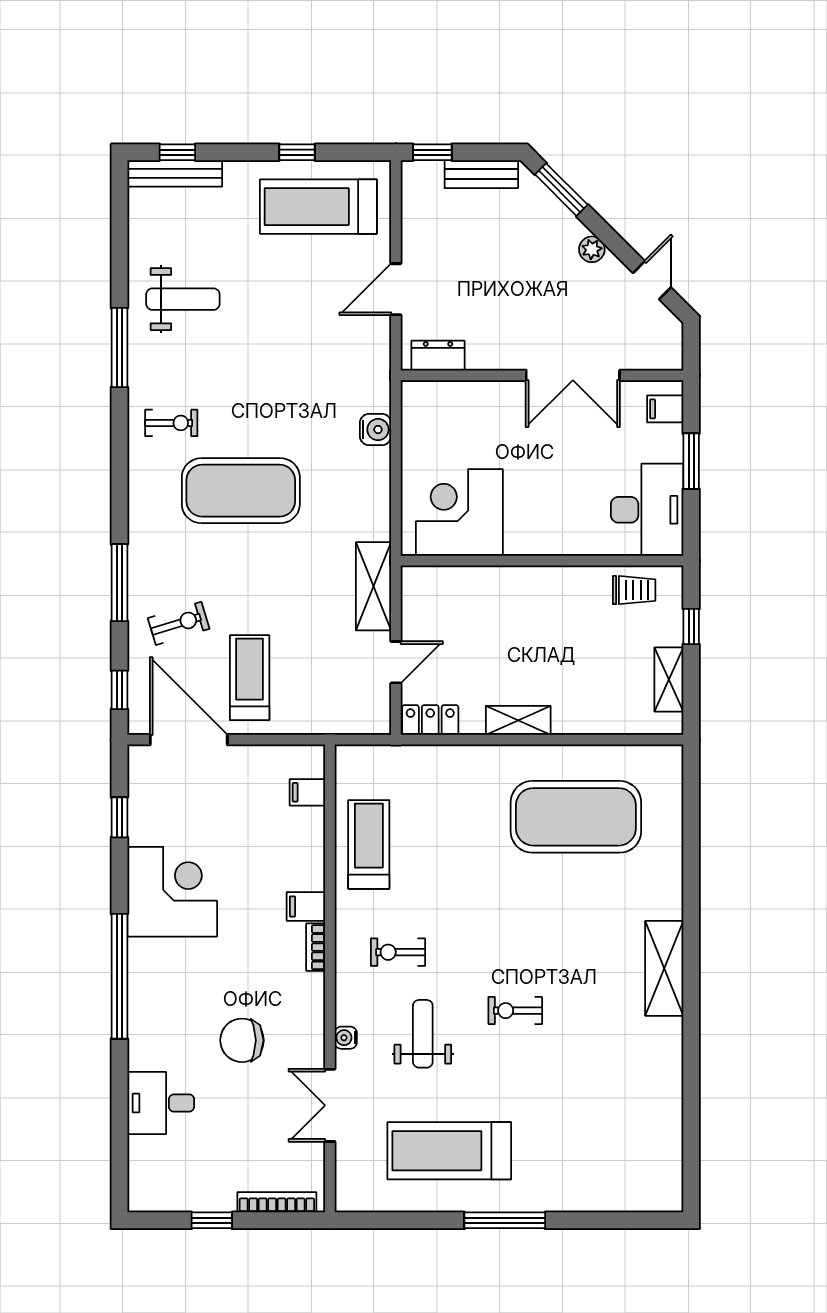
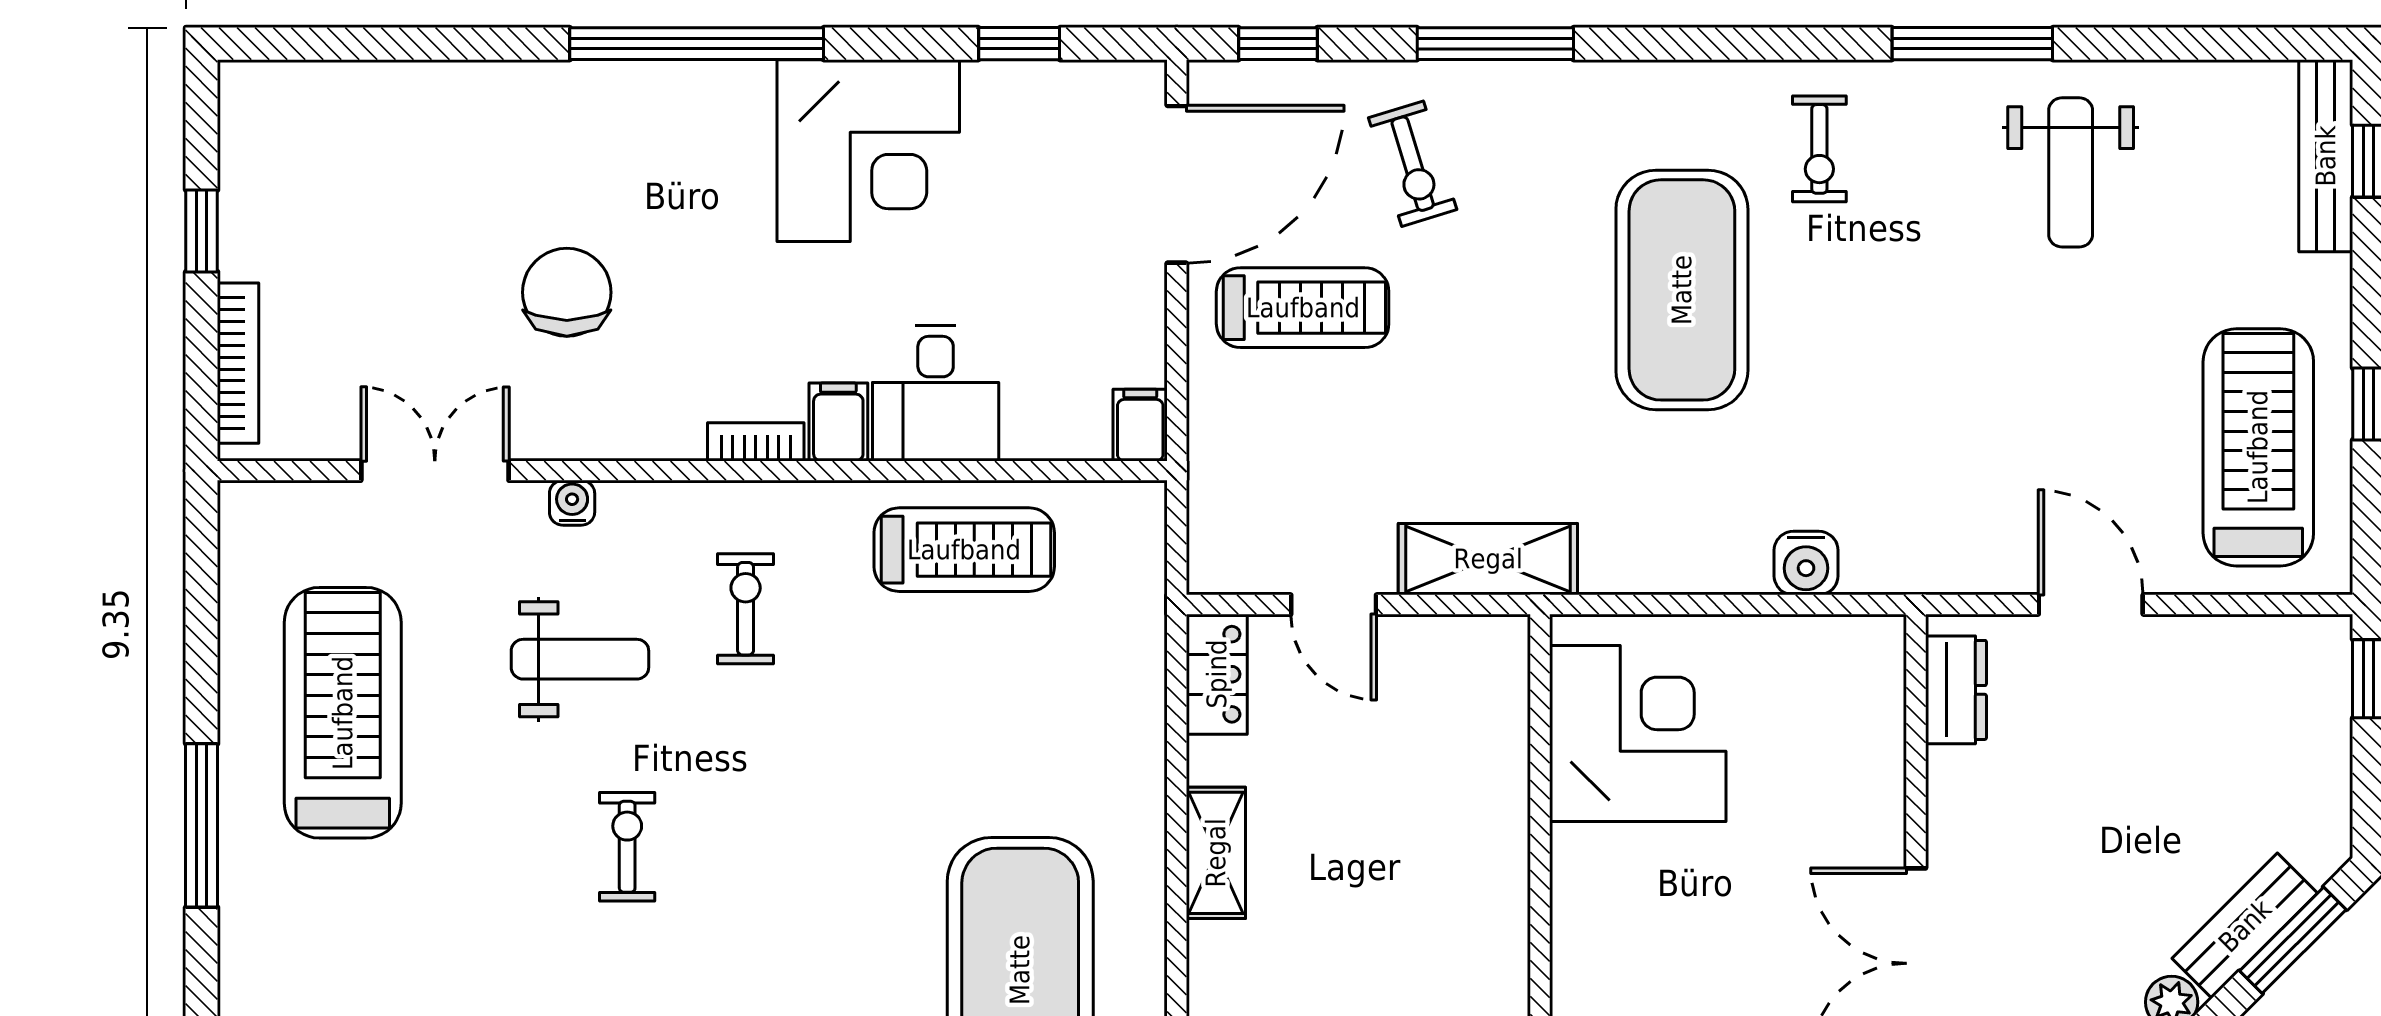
bench: (481, 174) -> (2245, 926), moved, turned 45
filing cabinet: (307, 792) -> (1140, 425), moved
desk: (161, 1103) -> (936, 393), moved, turned 180

